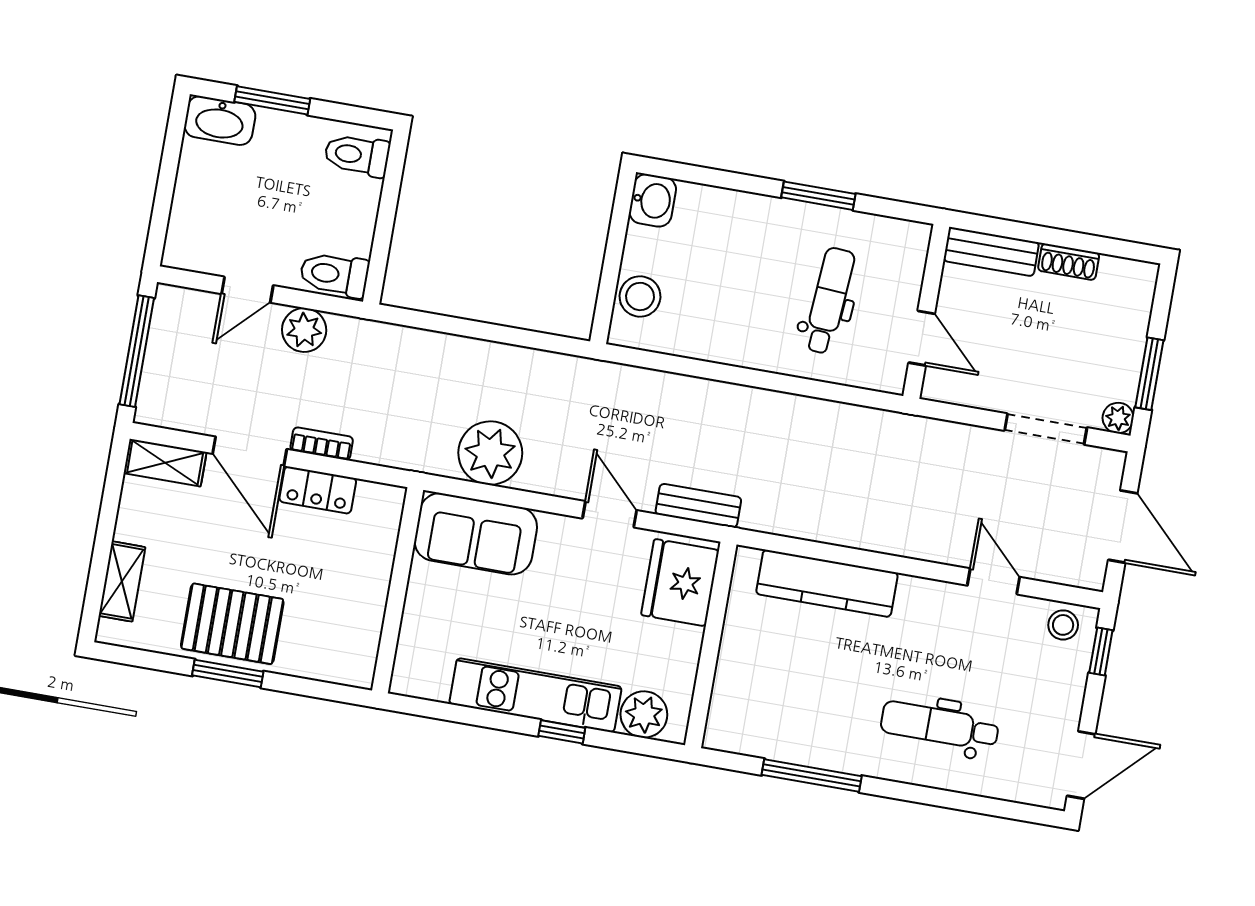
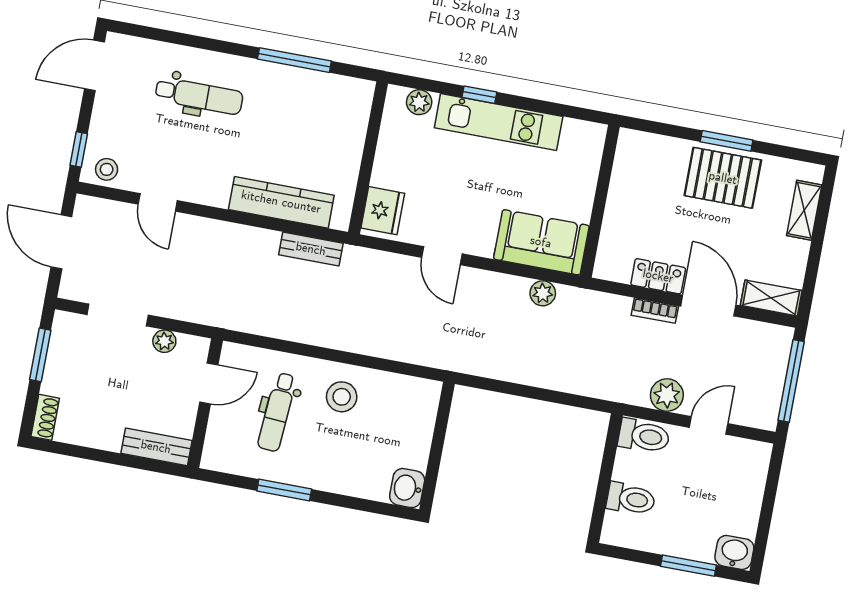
washbasin: (220, 121) -> (734, 552), width x0.72
toilet: (357, 155) -> (631, 499), moved
shoe rack: (1069, 262) -> (45, 417), moved, turned 90
stool: (640, 296) -> (342, 397), moved
door: (922, 338) -> (209, 383), swing flipped
plant: (1118, 418) -> (164, 341), moved
plant: (490, 453) -> (543, 293), width x0.53, depth x0.53
bench: (698, 506) -> (311, 249), moved
fridge: (680, 583) -> (383, 211), width x0.73, depth x0.75
plant: (644, 714) -> (419, 102), width x0.73, depth x0.73

